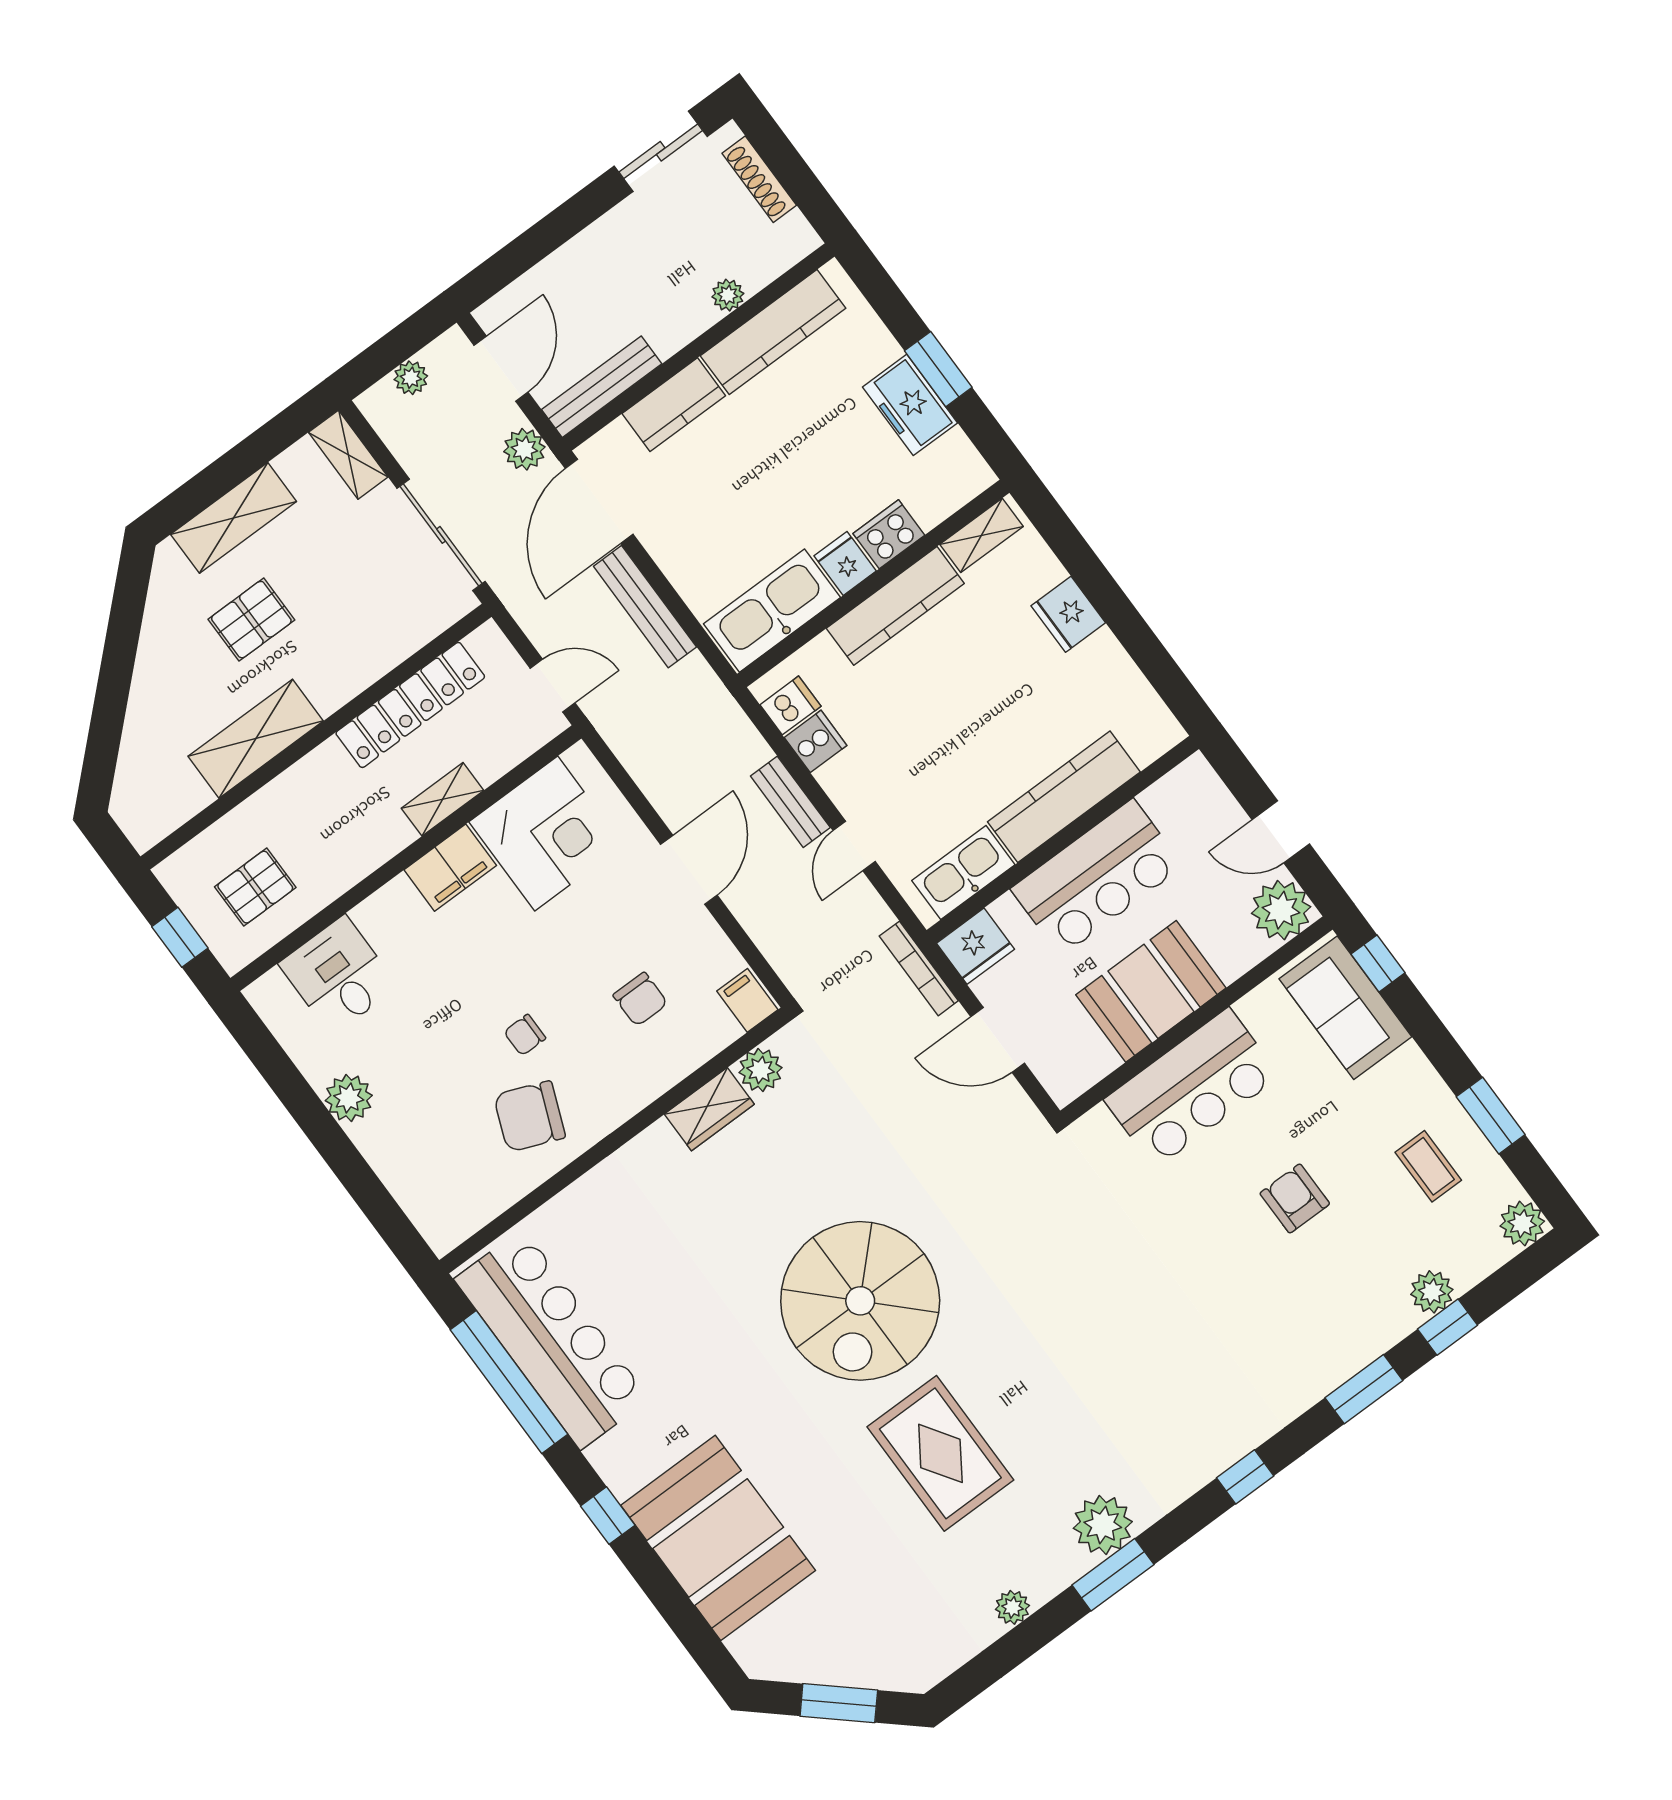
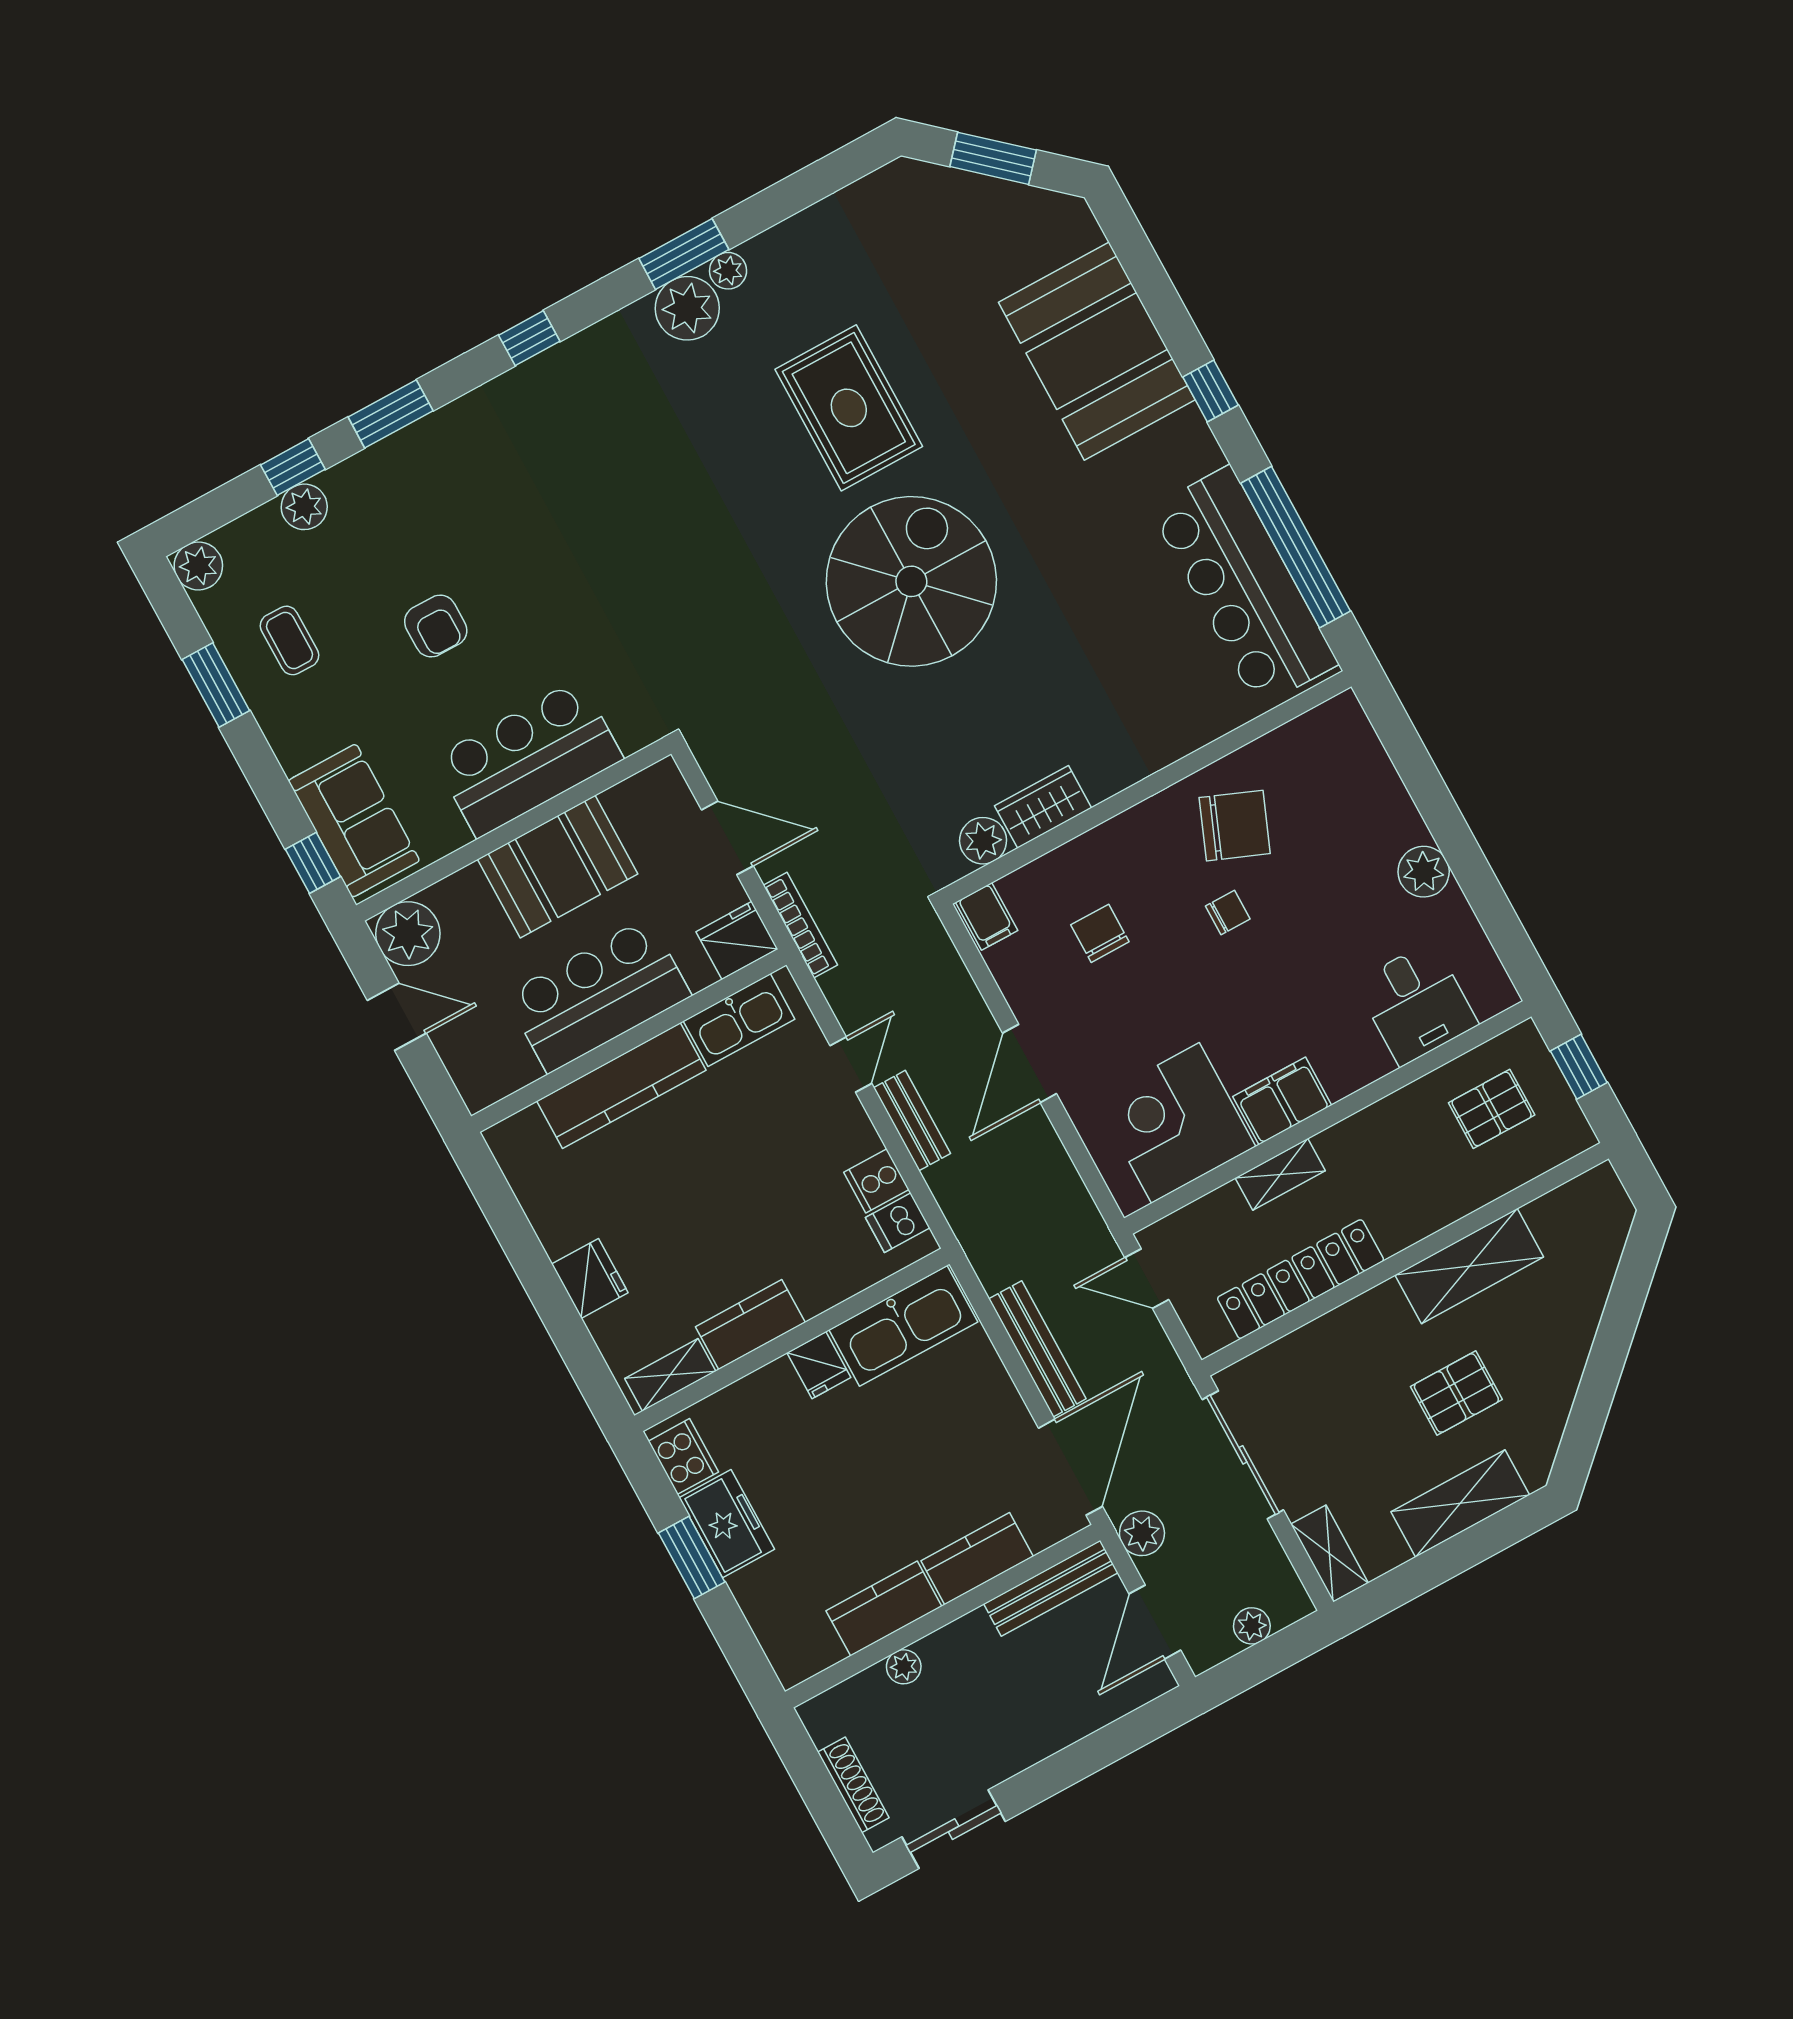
kitchen counter: (773, 332) -> (884, 1609), width x0.67
cooker: (889, 534) -> (683, 1457), moved, turned -90
kitchen counter: (895, 606) -> (750, 1325), width x0.67
plant: (1012, 1607) -> (728, 271), moved

